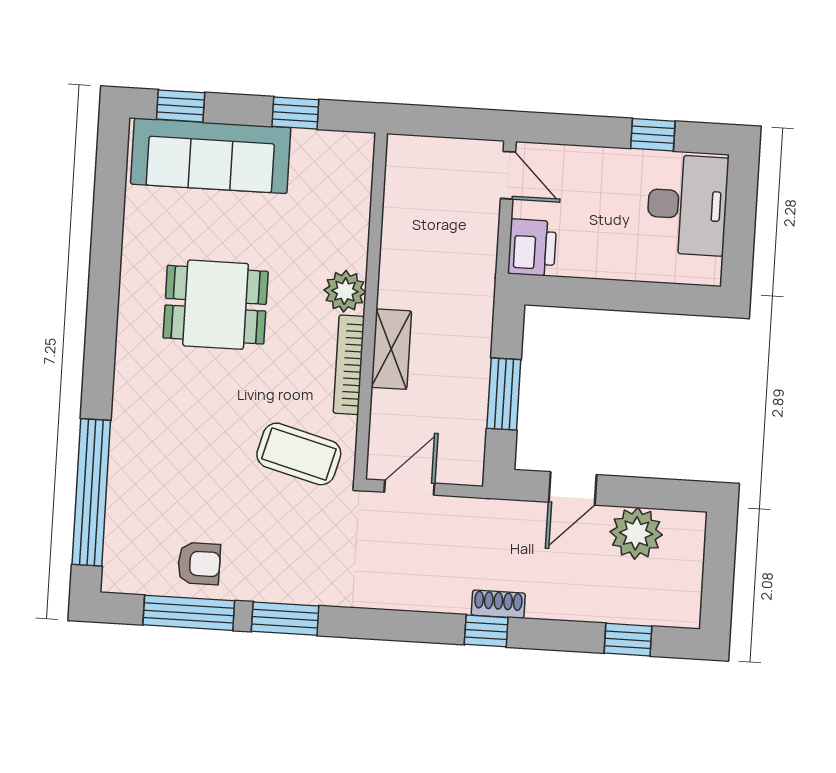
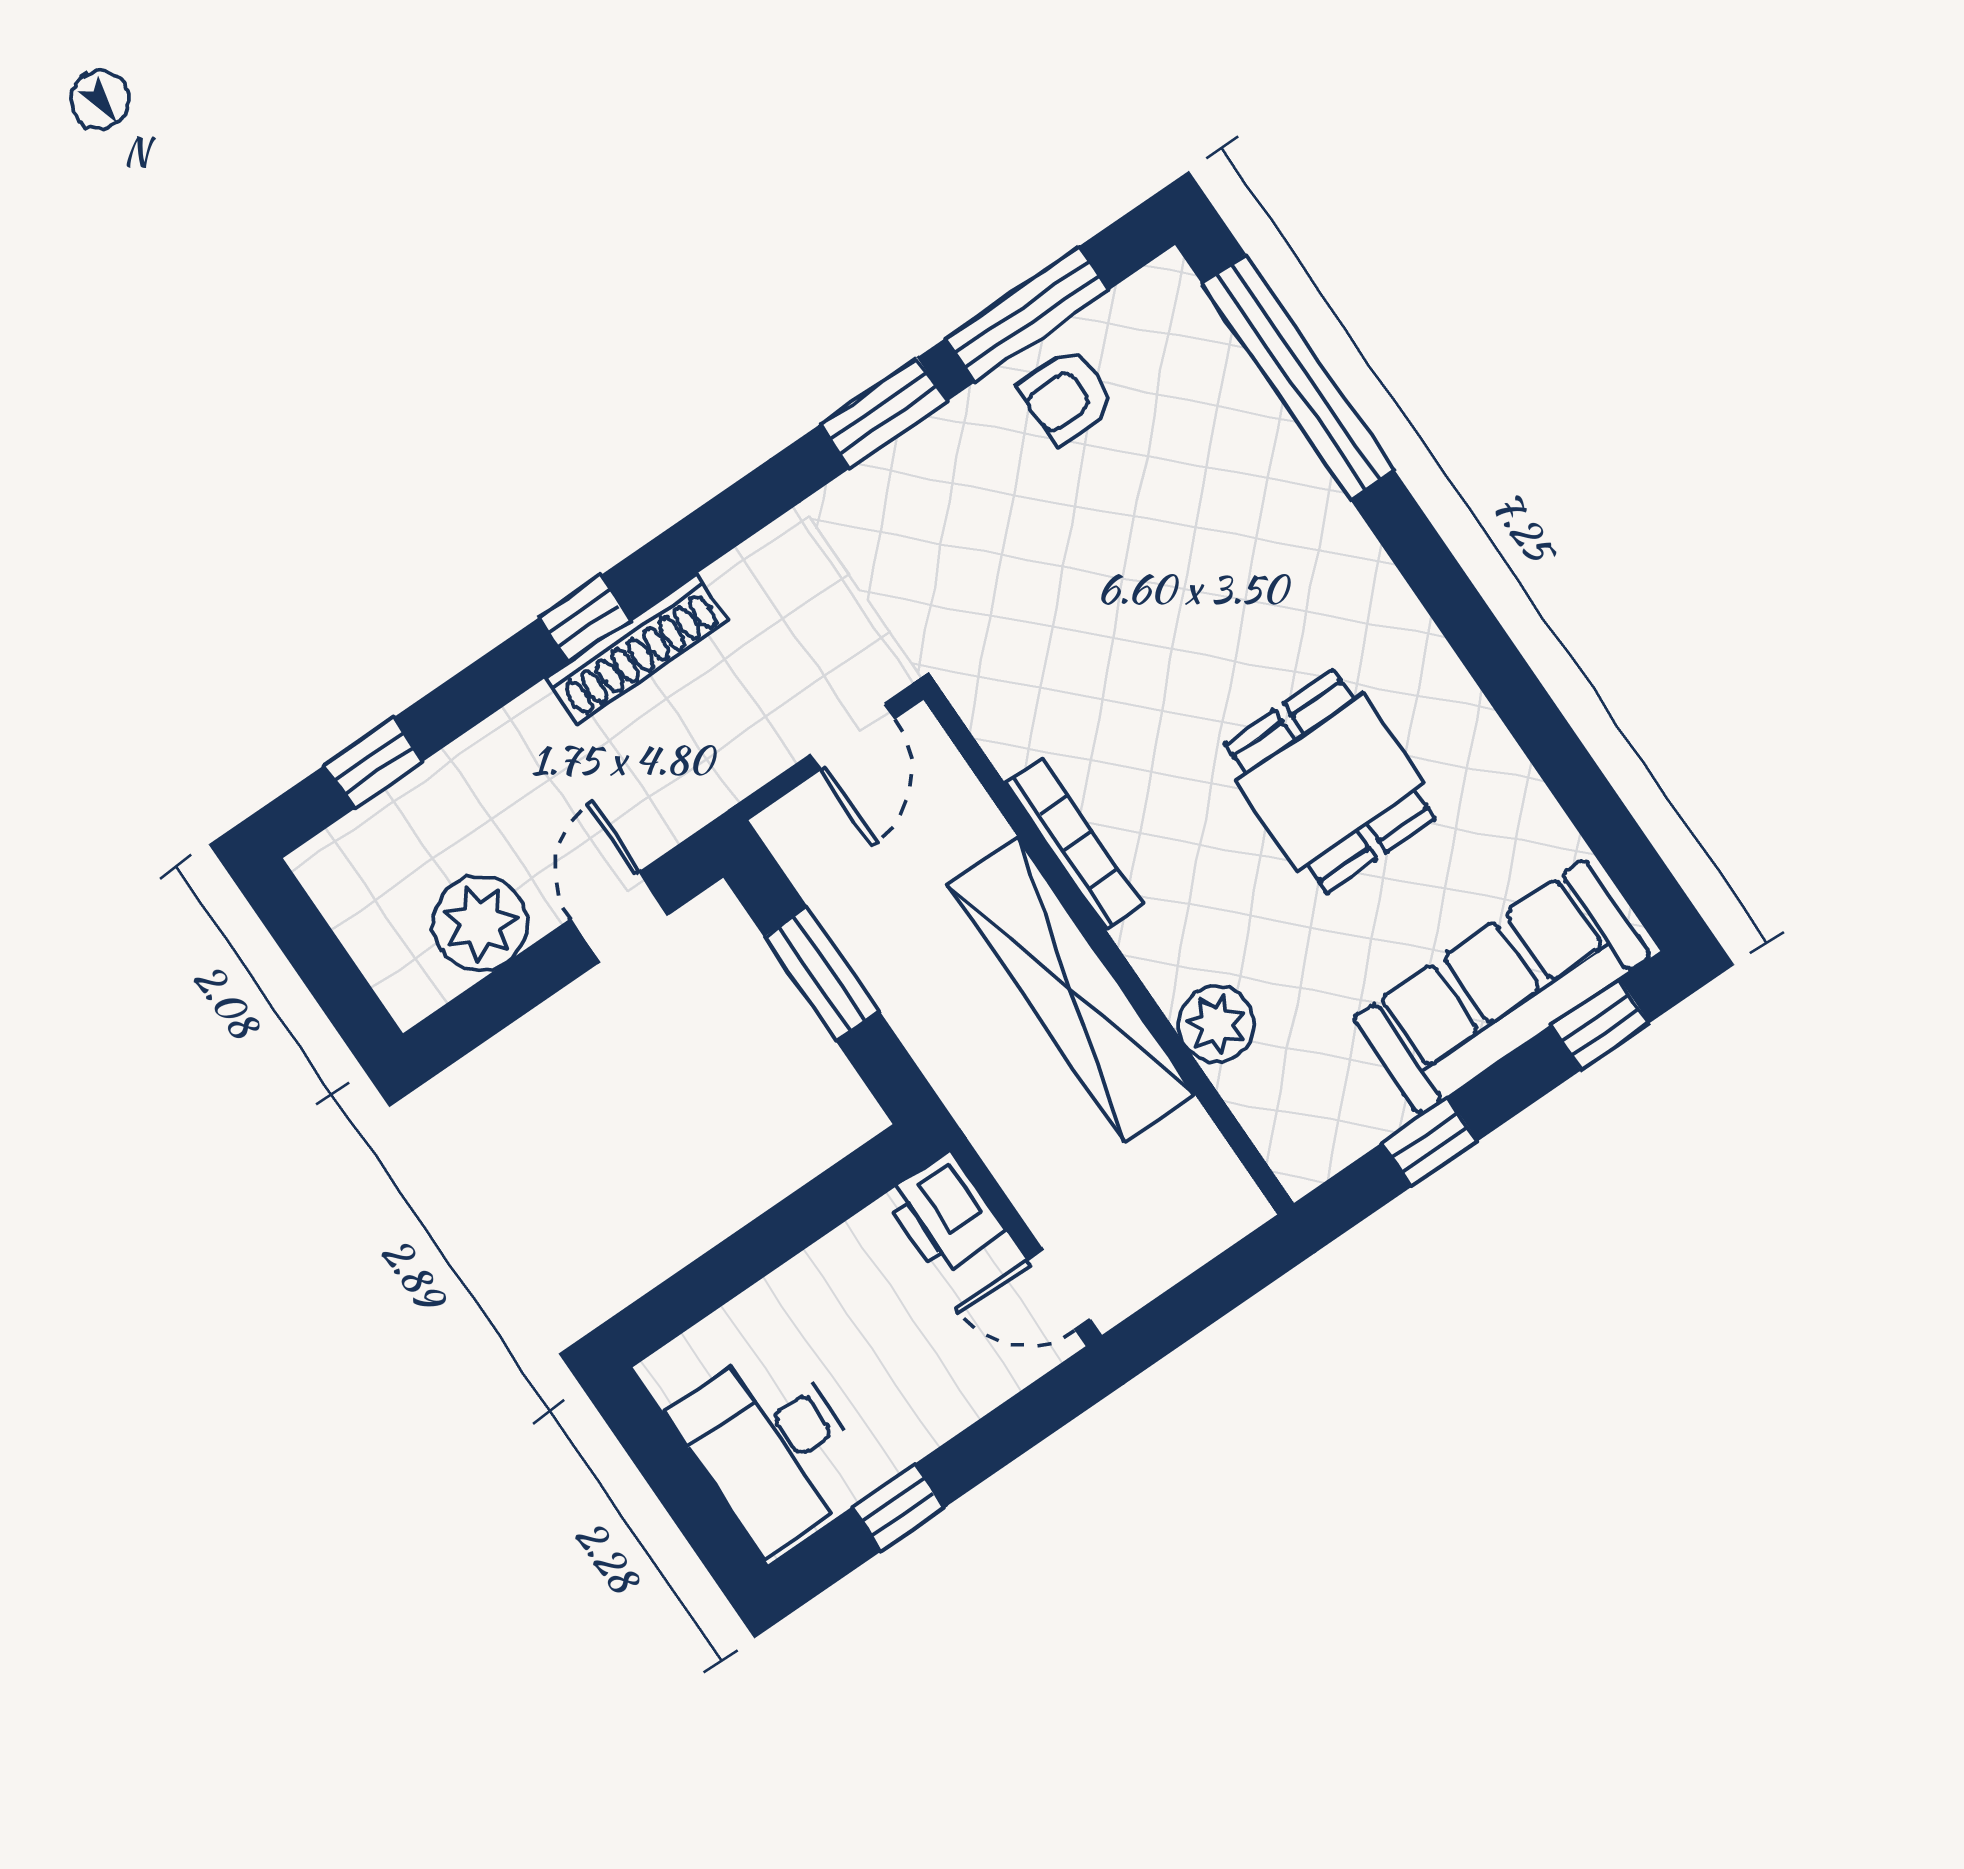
plant: (345, 291) -> (1217, 1024), moved
dining table: (216, 305) -> (1330, 781), turned 90
shelving: (391, 349) -> (1071, 990), width x2.20, depth x1.33
coffee table: (299, 454) -> (1046, 662), removed
shoe rack: (498, 604) -> (637, 649), width x1.94, depth x1.24

